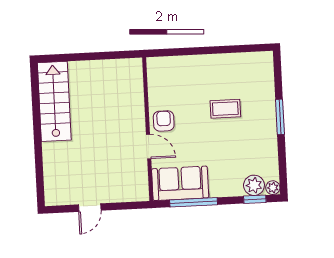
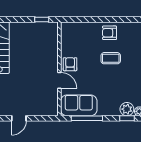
window: (117, 55) -> (42, 20), added
armchair: (222, 70) -> (110, 33), added

